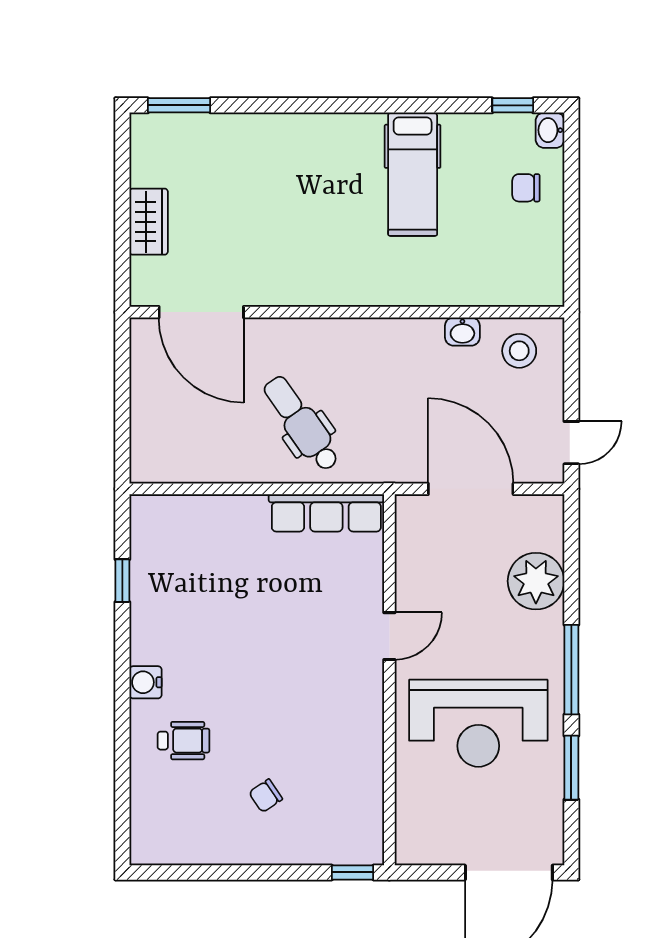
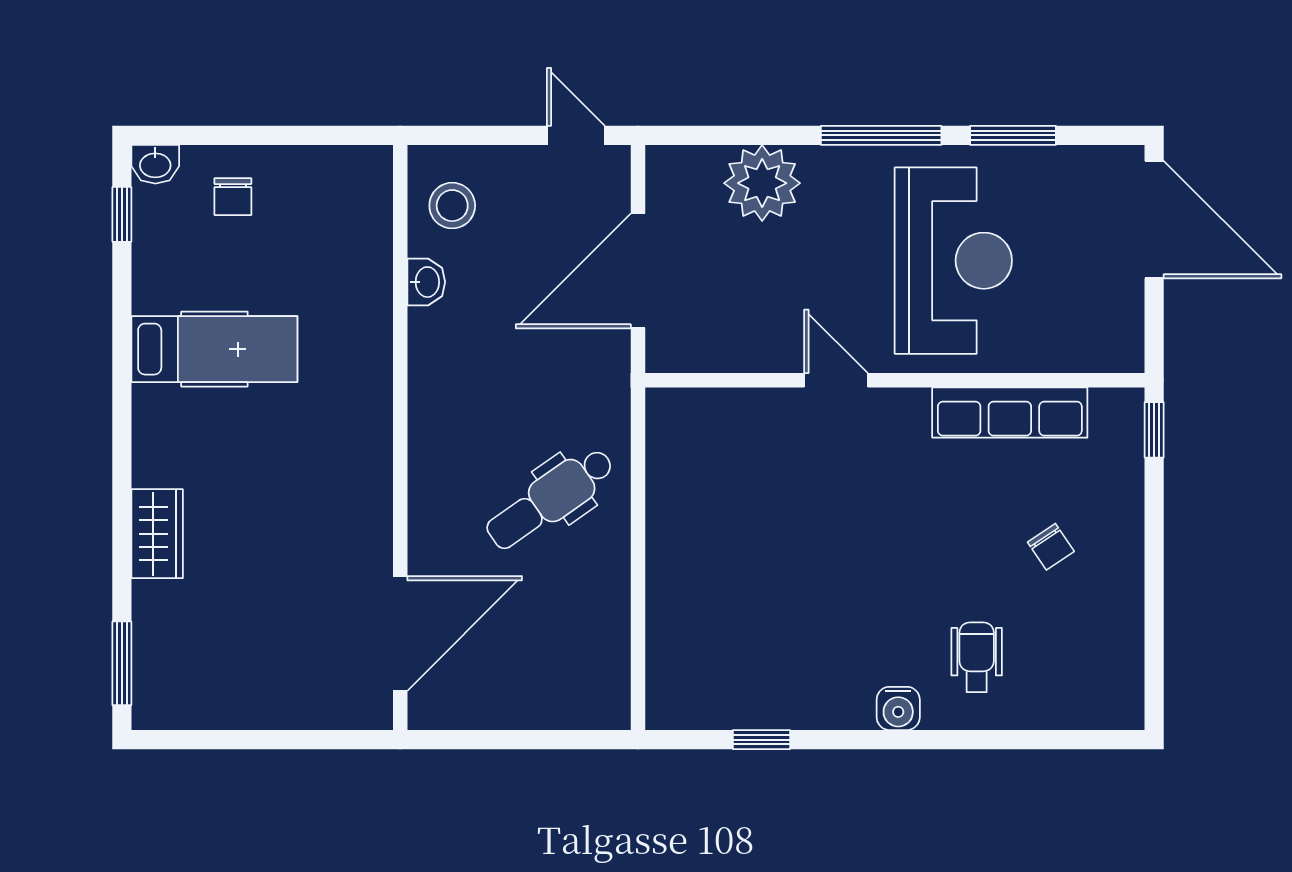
wardrobe: (149, 222) -> (157, 534), moved, turned 90
row of seats: (326, 513) -> (1010, 413), moved, turned 90

